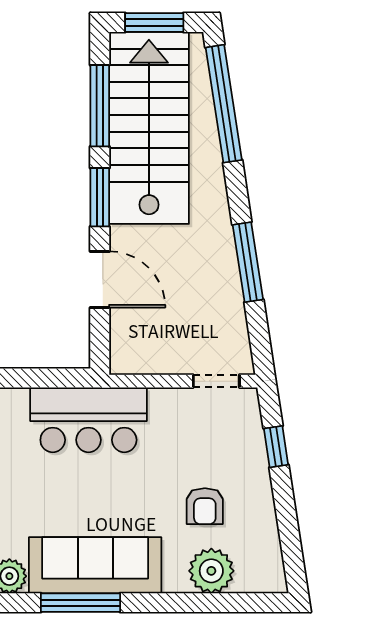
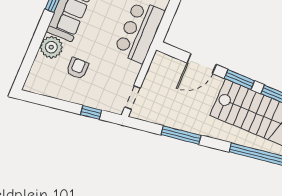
armchair: (205, 506) -> (77, 68), turned 90
plant: (211, 571) -> (51, 47), moved

